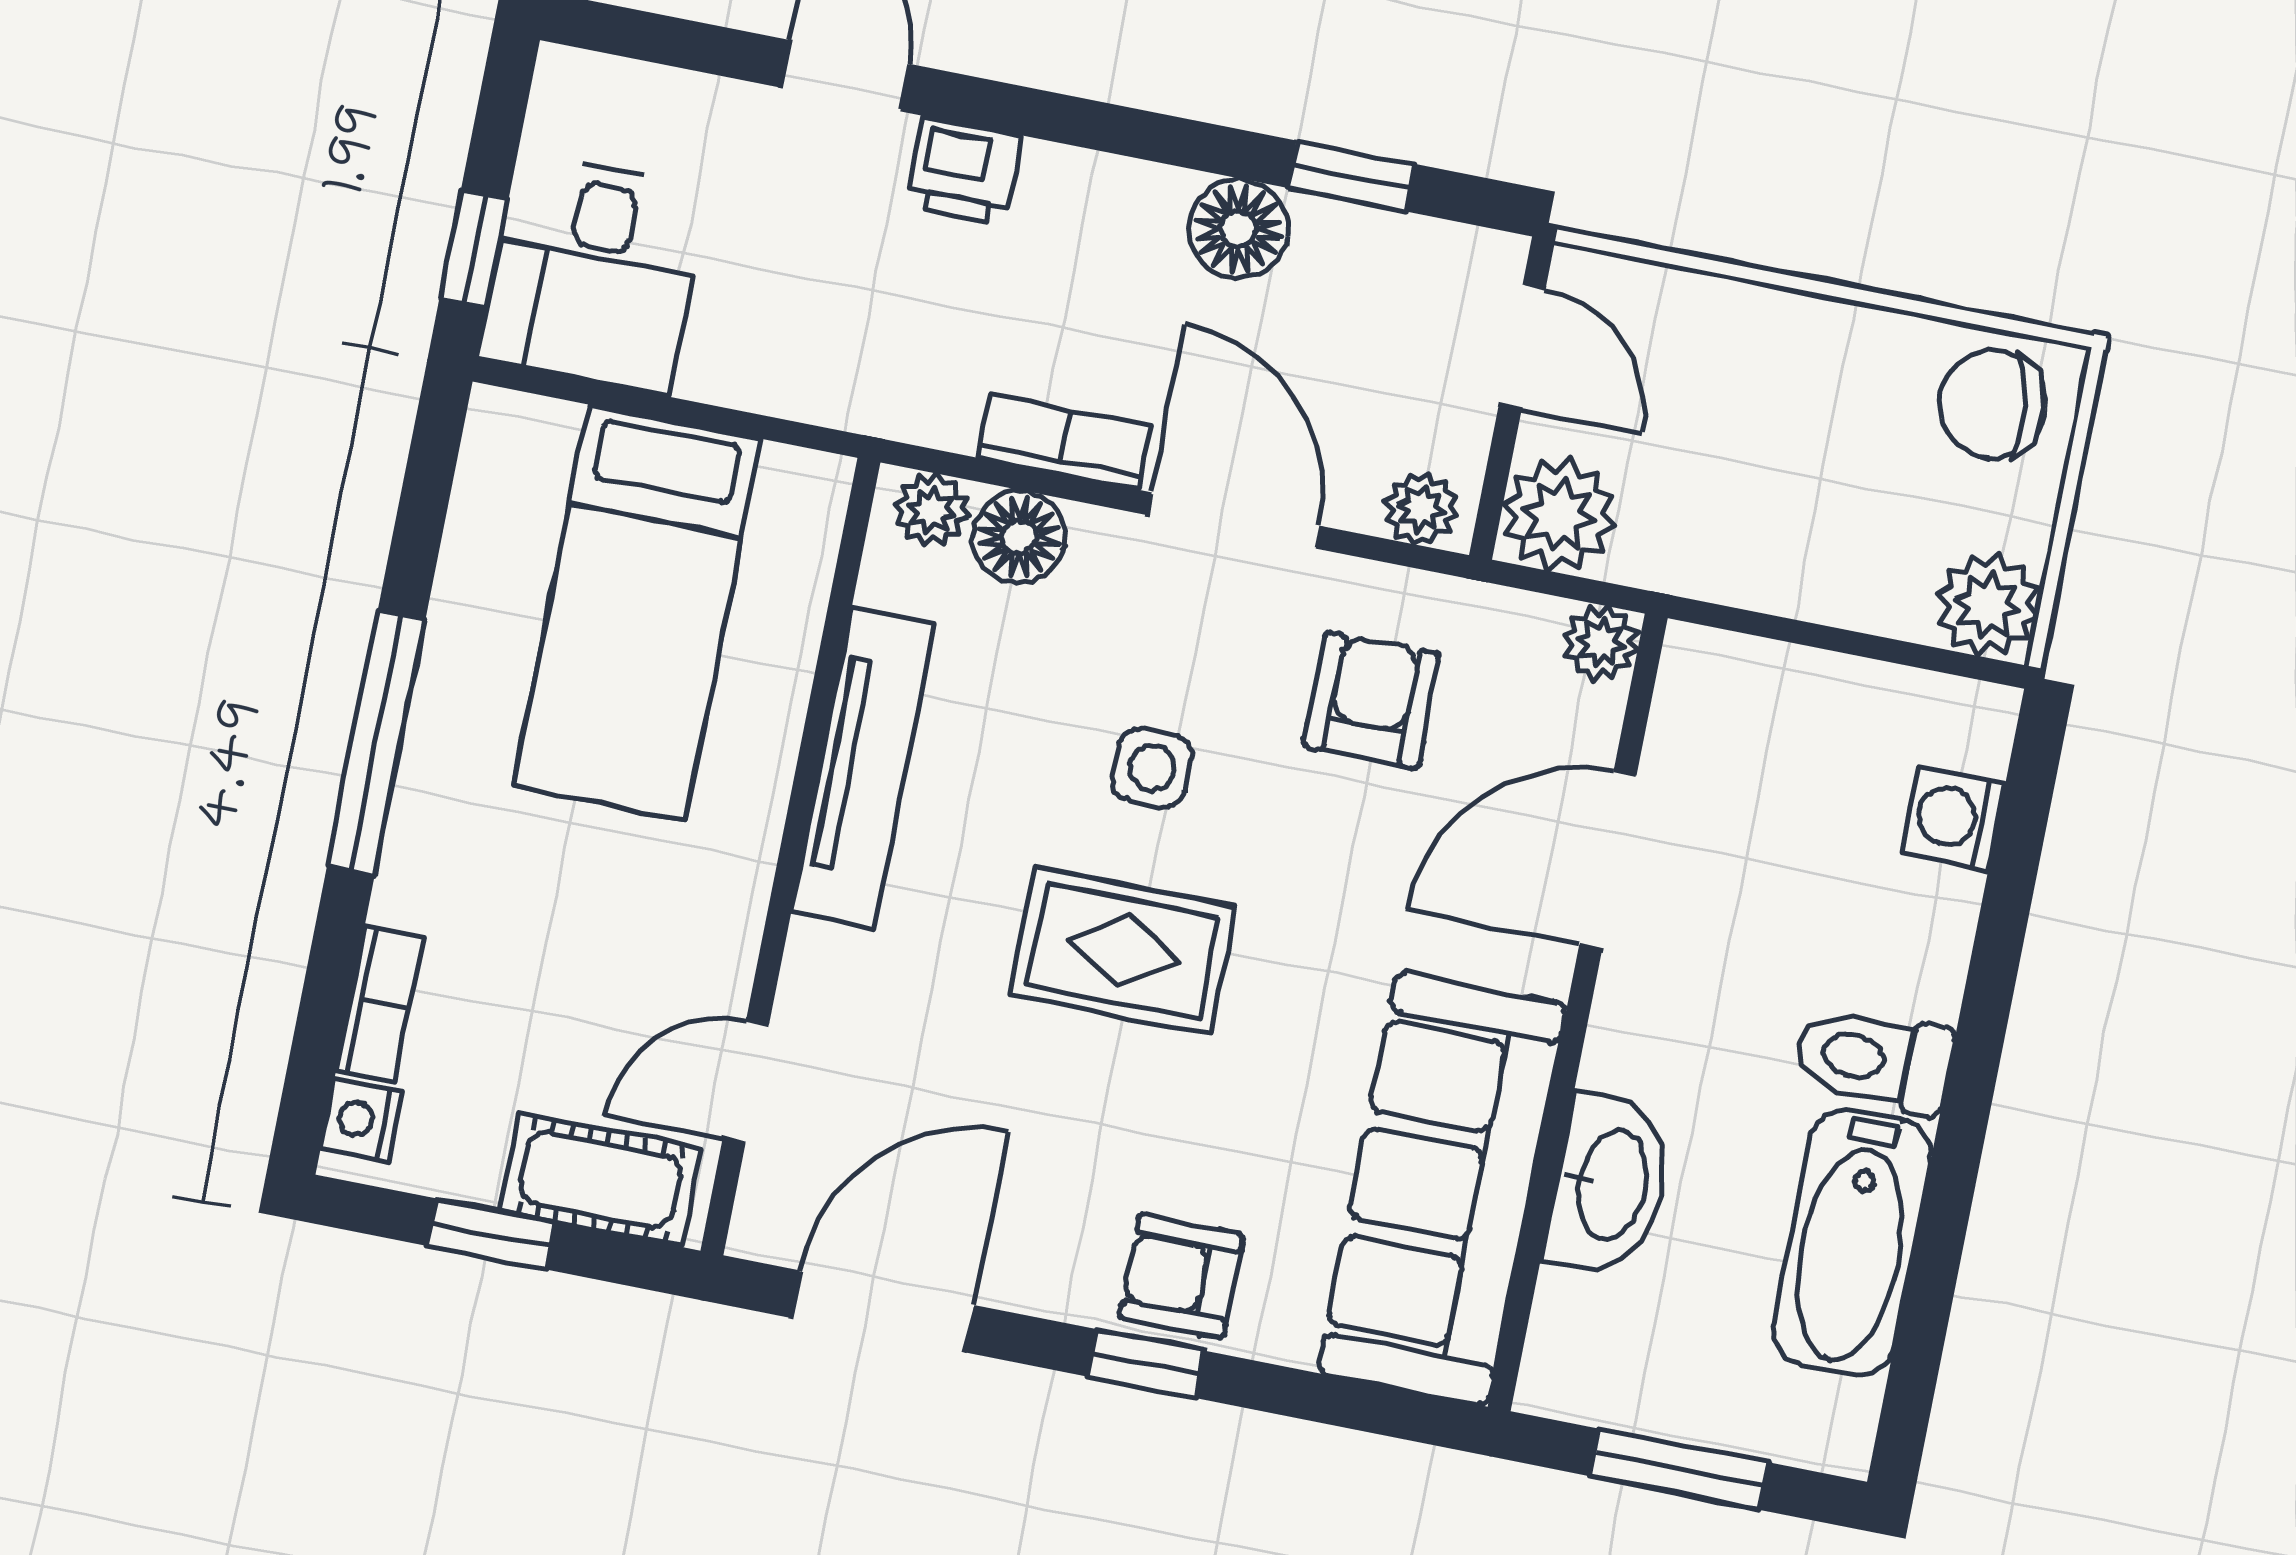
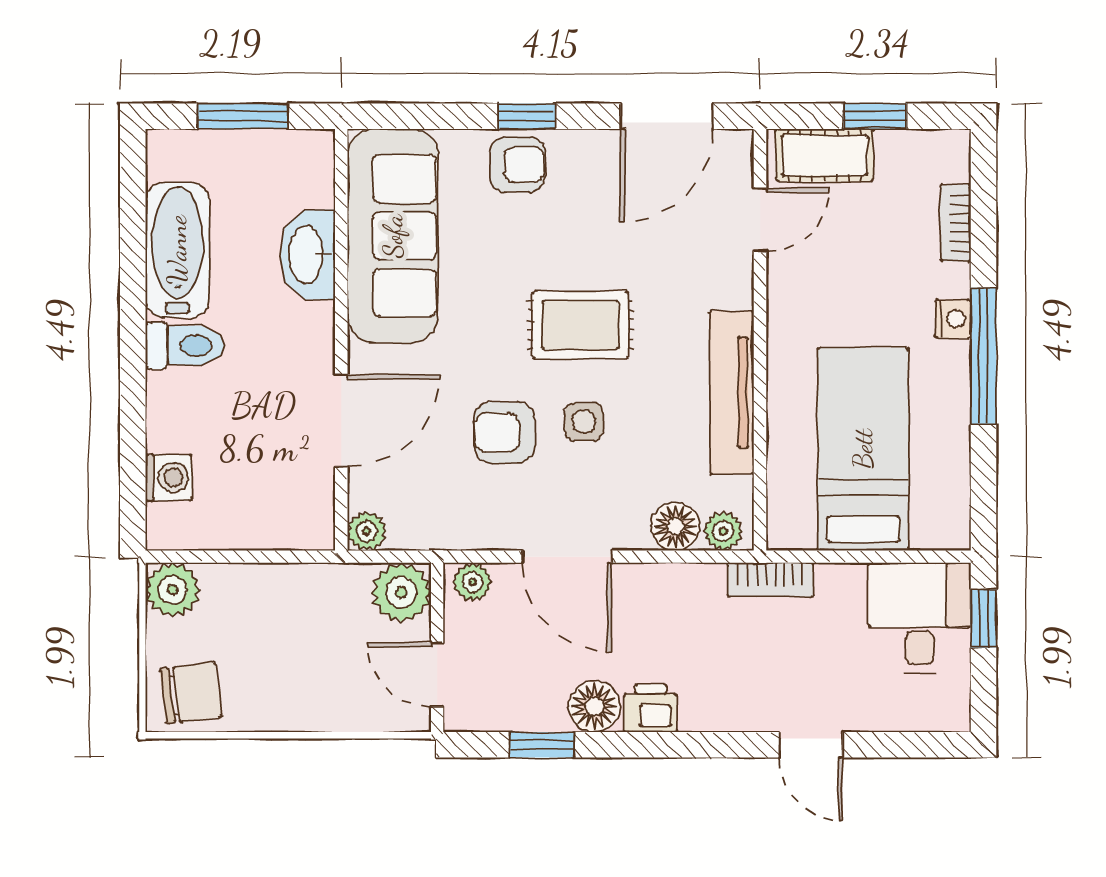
printer: (964, 171) -> (651, 708), moved
bookcase: (1064, 442) -> (770, 580), moved
armchair: (1372, 700) -> (504, 432), moved, turned 90
nightstand: (361, 1120) -> (953, 319), moved

